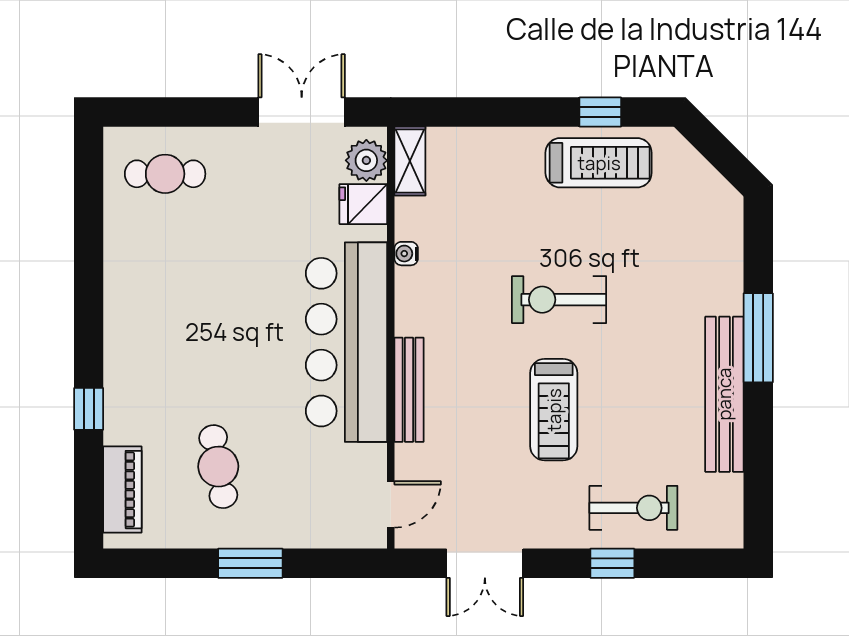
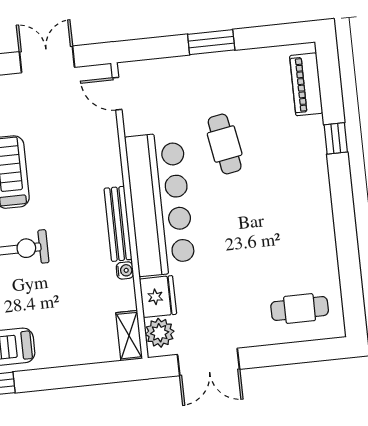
fridge: (363, 204) -> (158, 297), width x1.38
bench: (409, 390) -> (118, 224), moved
cafe table: (218, 467) -> (225, 144), moved
door: (391, 504) -> (117, 94), hinge flipped

